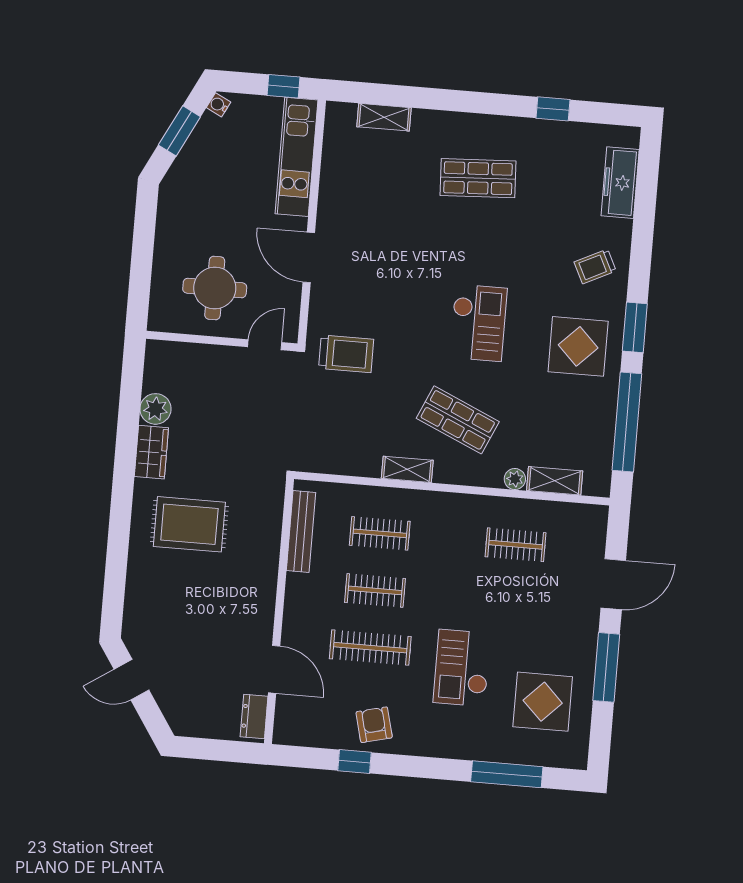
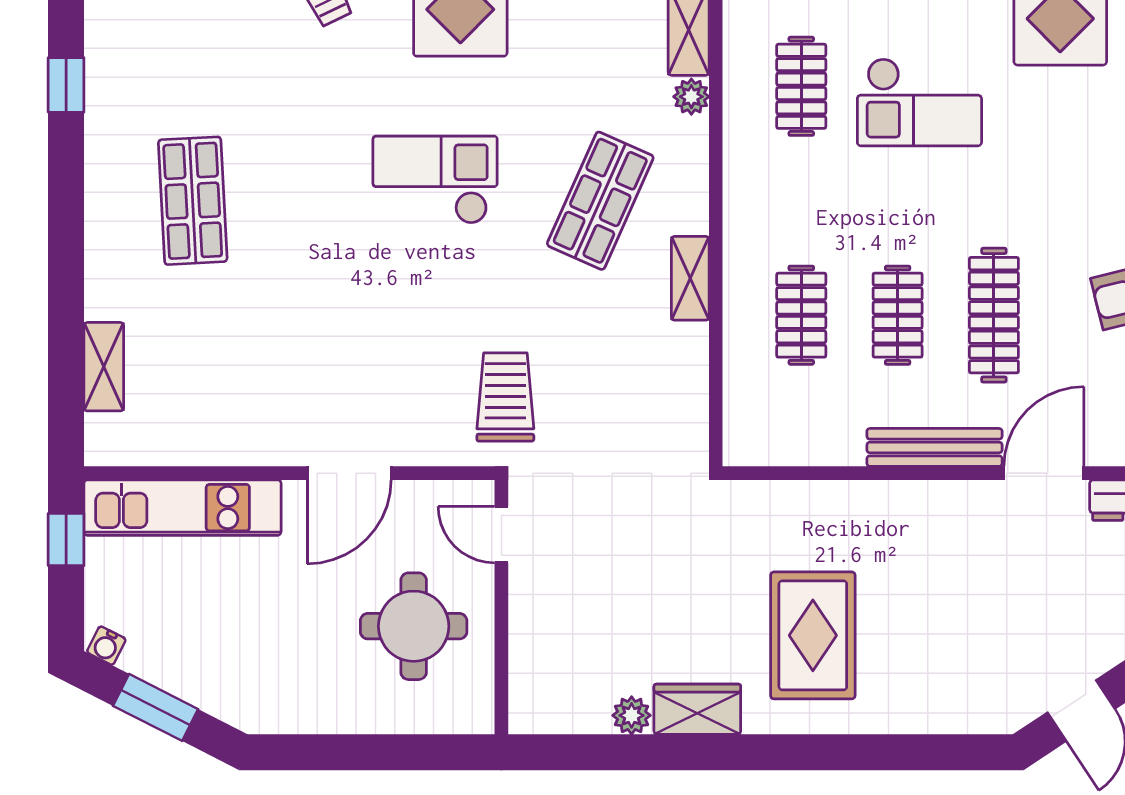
plant: (155, 409) -> (632, 715), width x0.73, depth x0.73
bench: (301, 532) -> (934, 447), moved
checkout: (462, 668) -> (919, 102), moved

